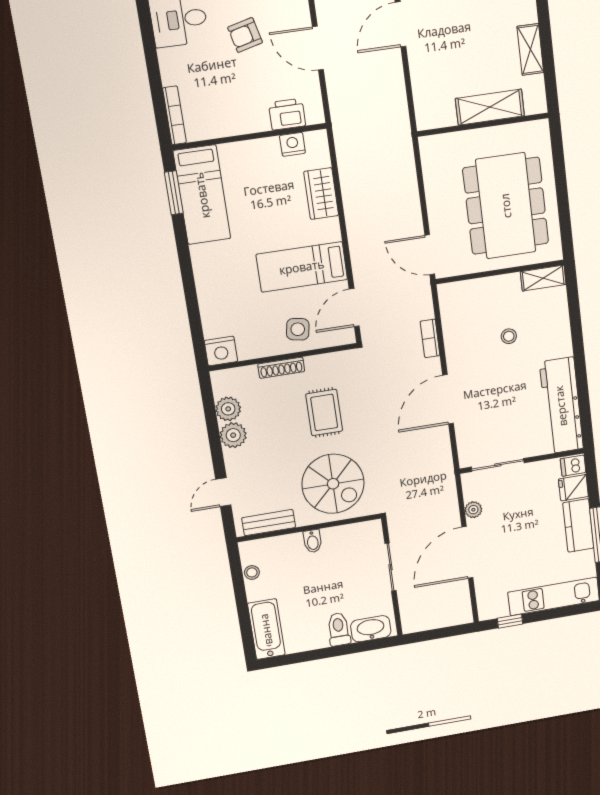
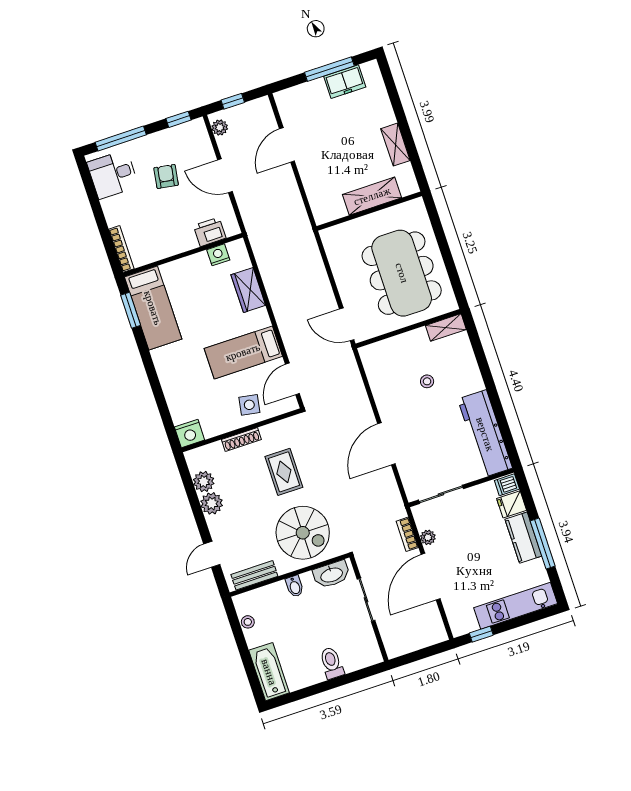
armchair: (245, 35) -> (166, 176), turned 113
bookcase: (430, 338) -> (407, 534), moved
washbasin: (371, 629) -> (331, 574), moved, turned 180

